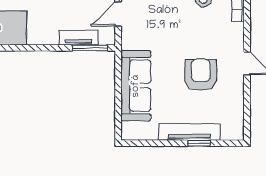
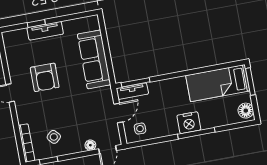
tv unit: (79, 38) -> (132, 91), moved
tv unit: (190, 132) -> (45, 31), width x0.71

